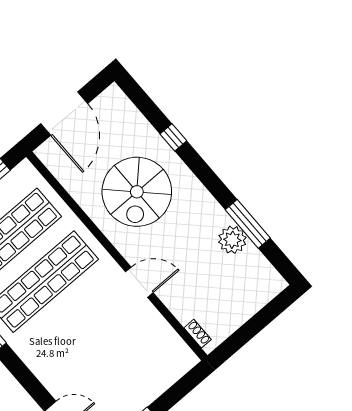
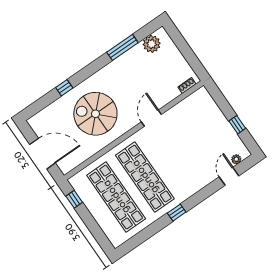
spiral stairs: (137, 192) -> (95, 114), turned 180
plant: (232, 240) -> (152, 44), moved

